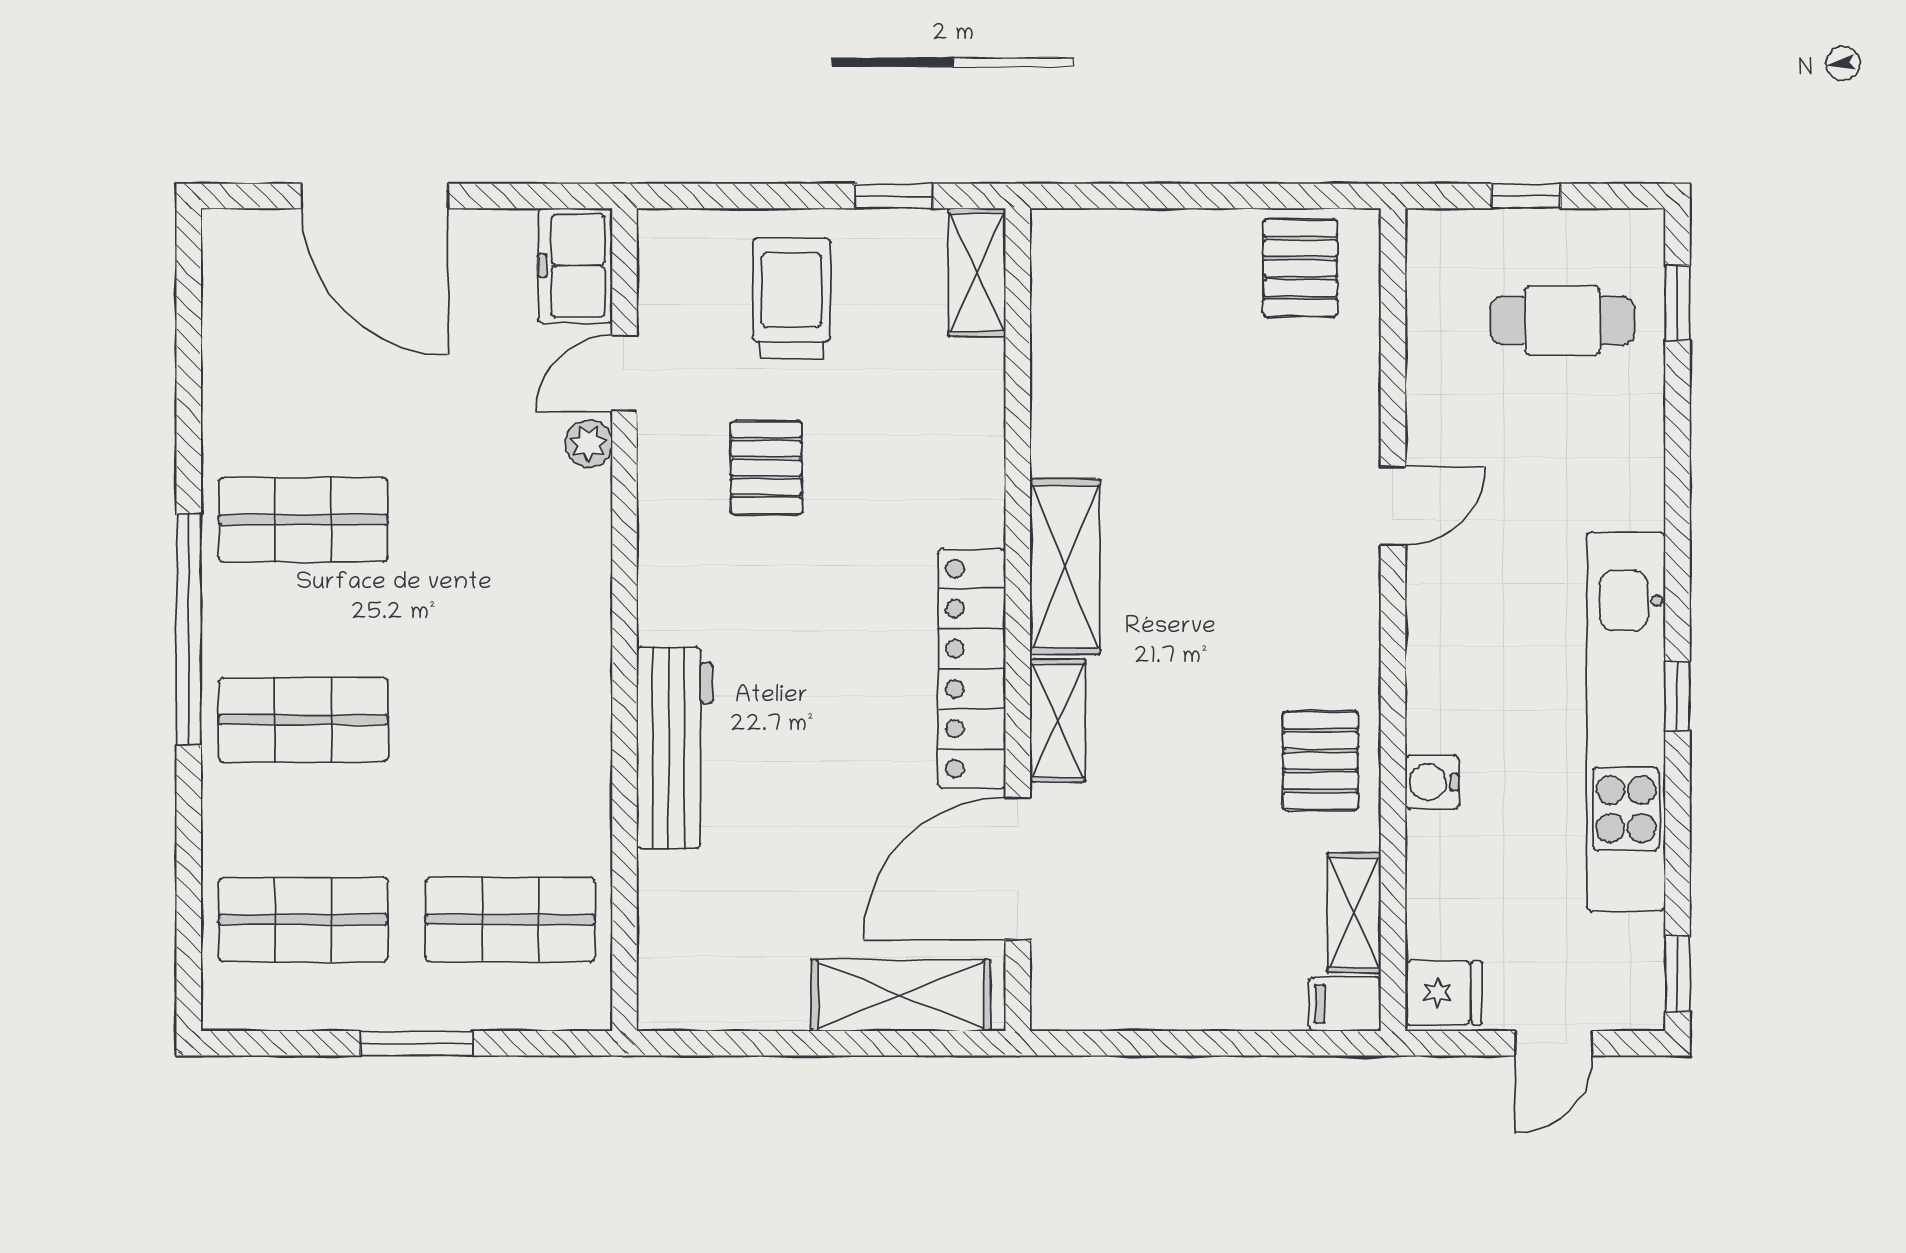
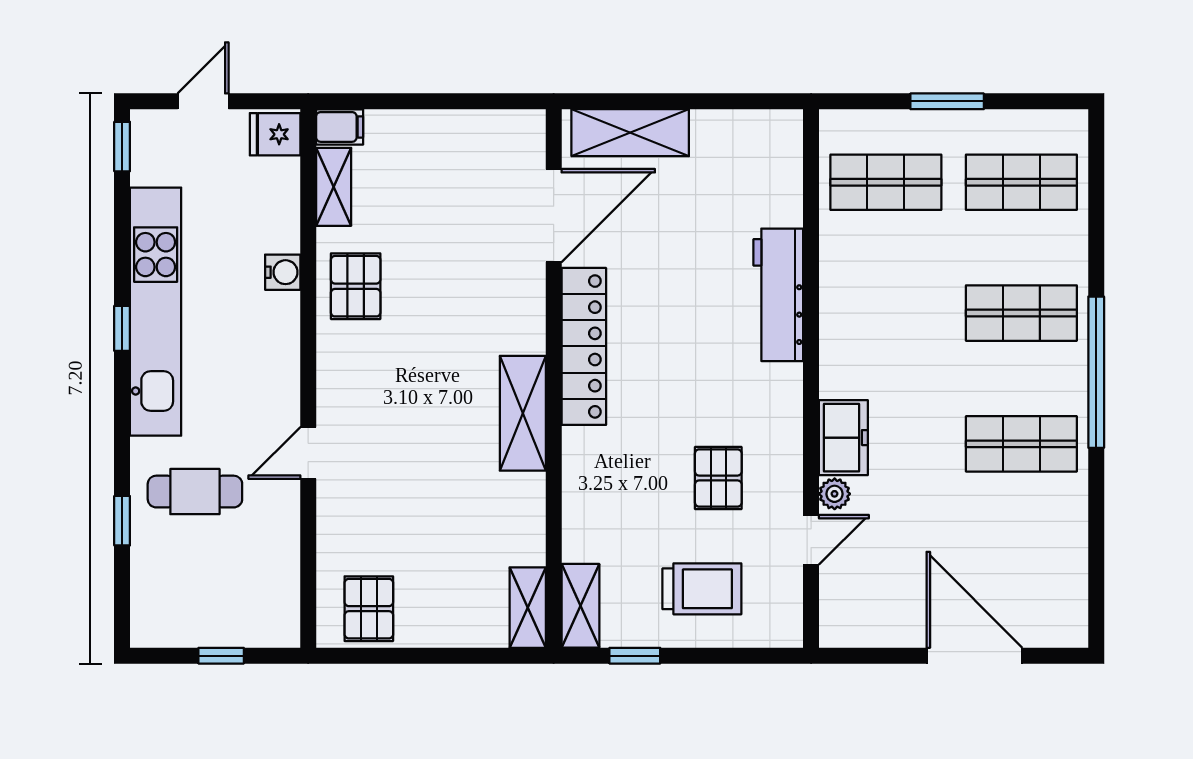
freezer: (575, 266) -> (843, 438), moved
trolley: (791, 298) -> (702, 589), turned -90
window: (1677, 303) -> (122, 521), moved
cafe table: (1562, 320) -> (195, 492), moved
shelving: (1058, 721) -> (528, 608), moved

